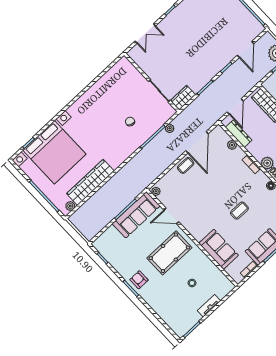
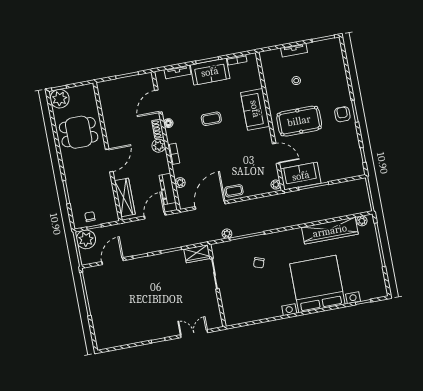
bed with nightstands: (54, 152) -> (317, 284), moved
sofa: (136, 215) -> (301, 176), width x0.73
sofa: (219, 249) -> (255, 109), moved
armchair: (139, 280) -> (342, 114), turned 180

